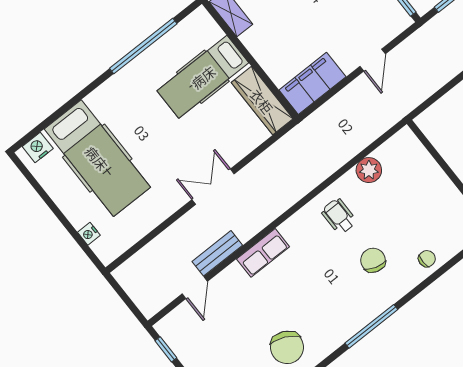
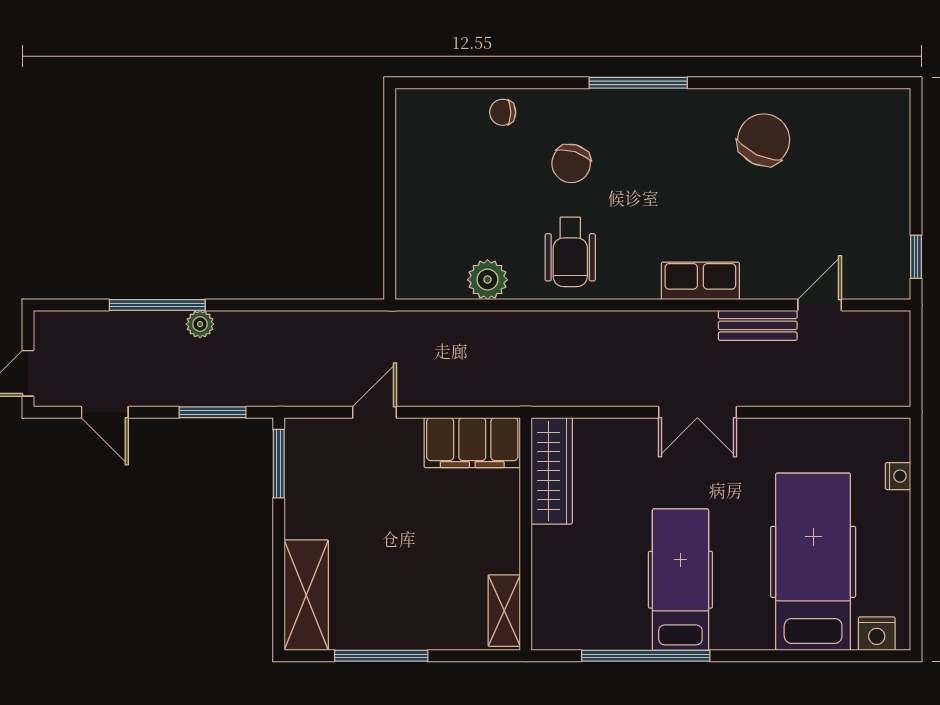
hospital bed: (203, 77) -> (680, 580), moved, turned -90
wheelchair: (339, 216) -> (570, 252), width x1.36, depth x1.37

